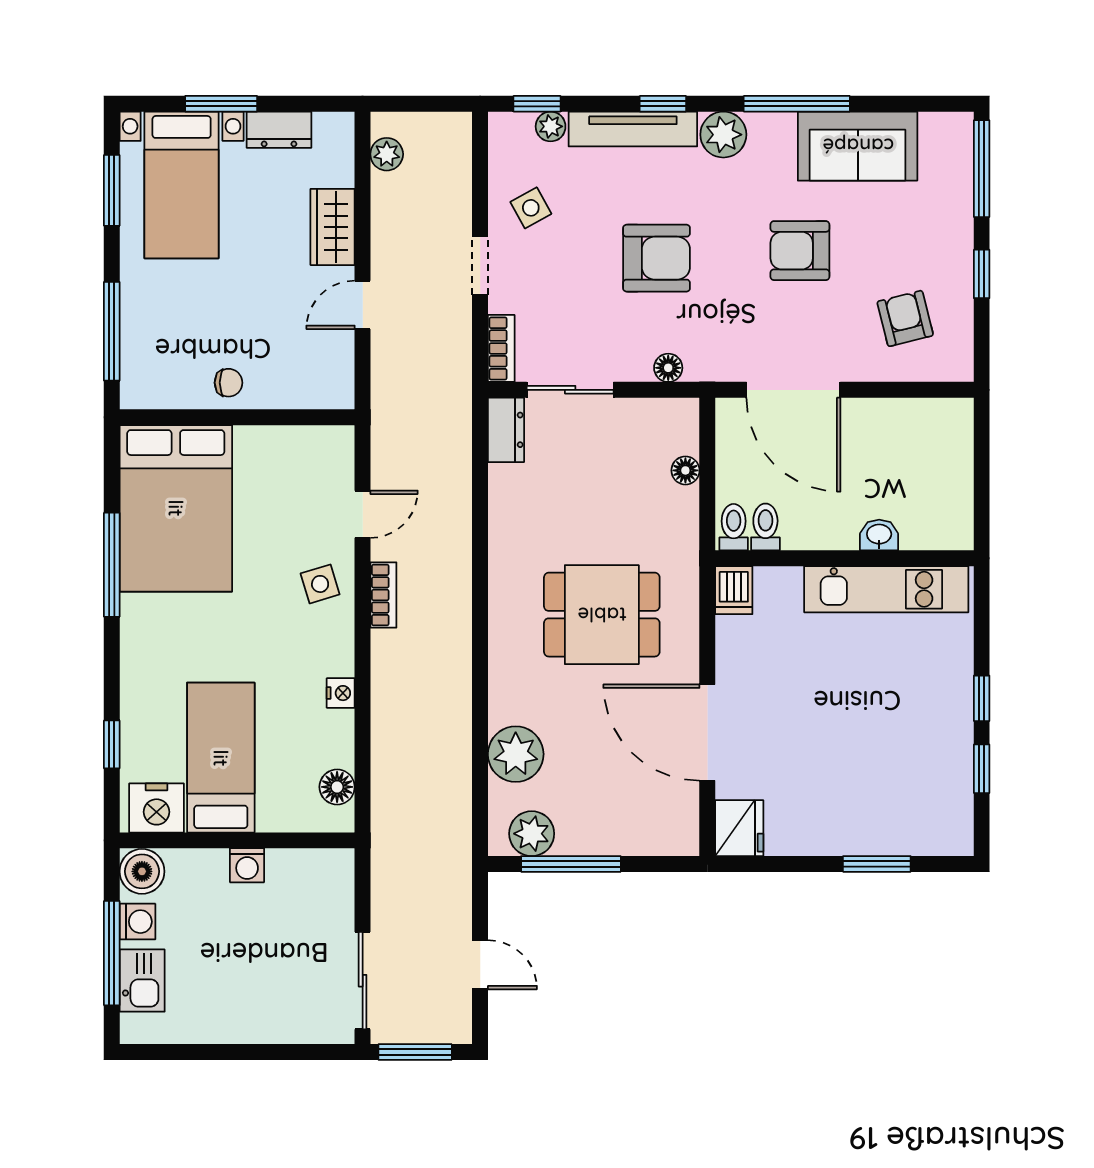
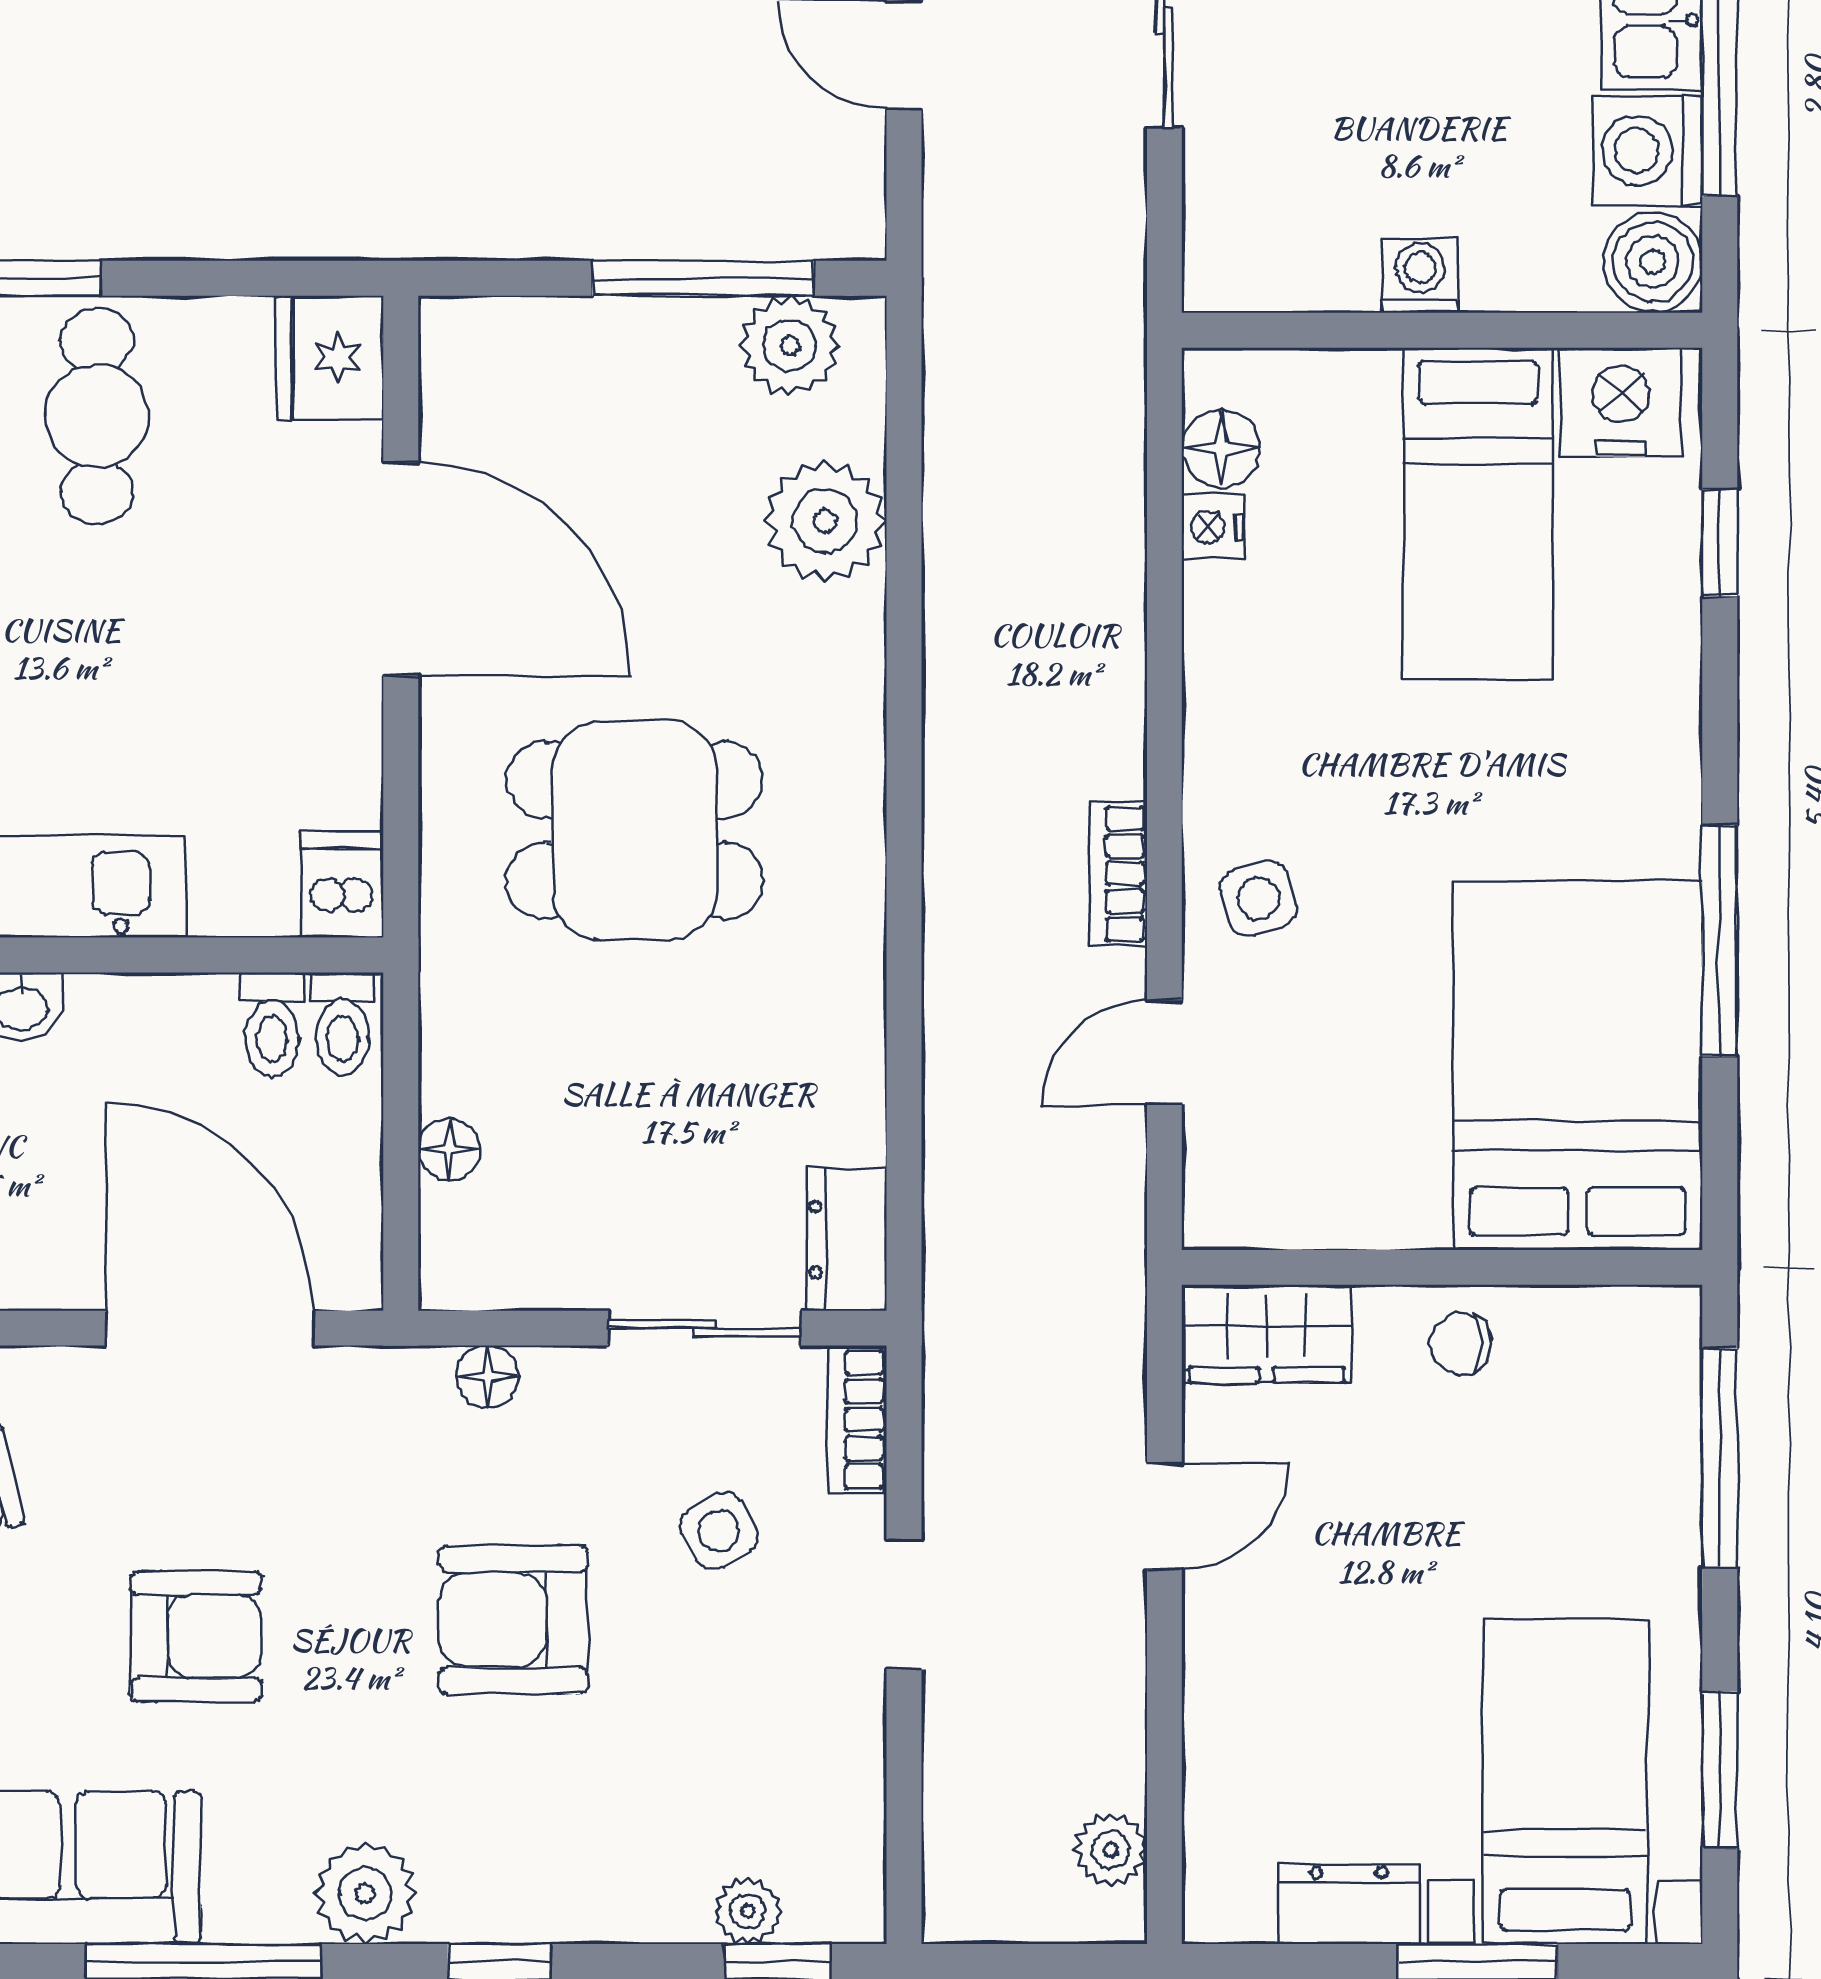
tv unit: (633, 129) -> (566, 1906), removed
side table: (531, 208) -> (719, 1531), moved
wardrobe: (333, 227) -> (1266, 1334), moved, turned 90
nightstand: (341, 693) -> (1213, 527), moved
cafe table: (845, 802) -> (97, 416), added
washing machine: (137, 922) -> (1648, 150), width x1.38, depth x1.38

